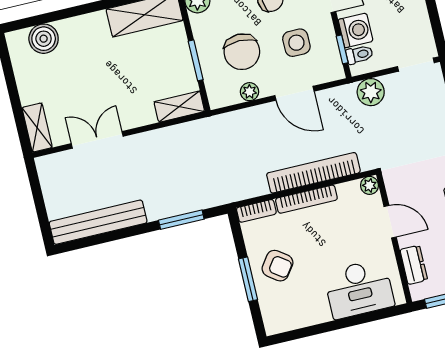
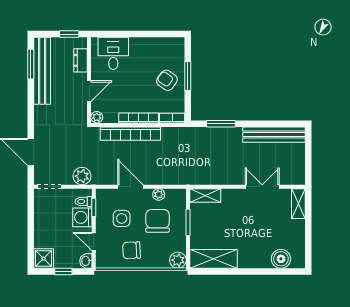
double door: (97, 140) -> (262, 187), swing flipped
door: (390, 222) -> (89, 91), swing flipped
desk: (359, 289) -> (113, 53), width x0.73

